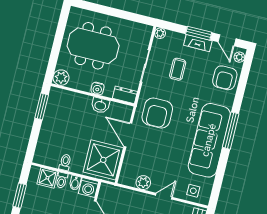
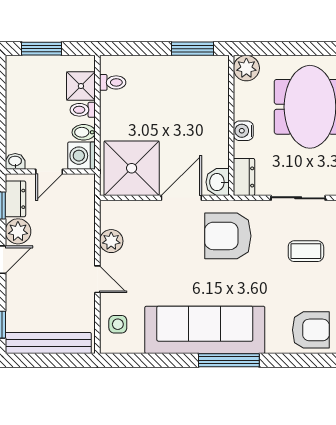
armchair: (225, 78) -> (311, 330), turned 180
washbasin: (100, 105) -> (218, 182), moved
toilet: (65, 162) -> (113, 82), moved

